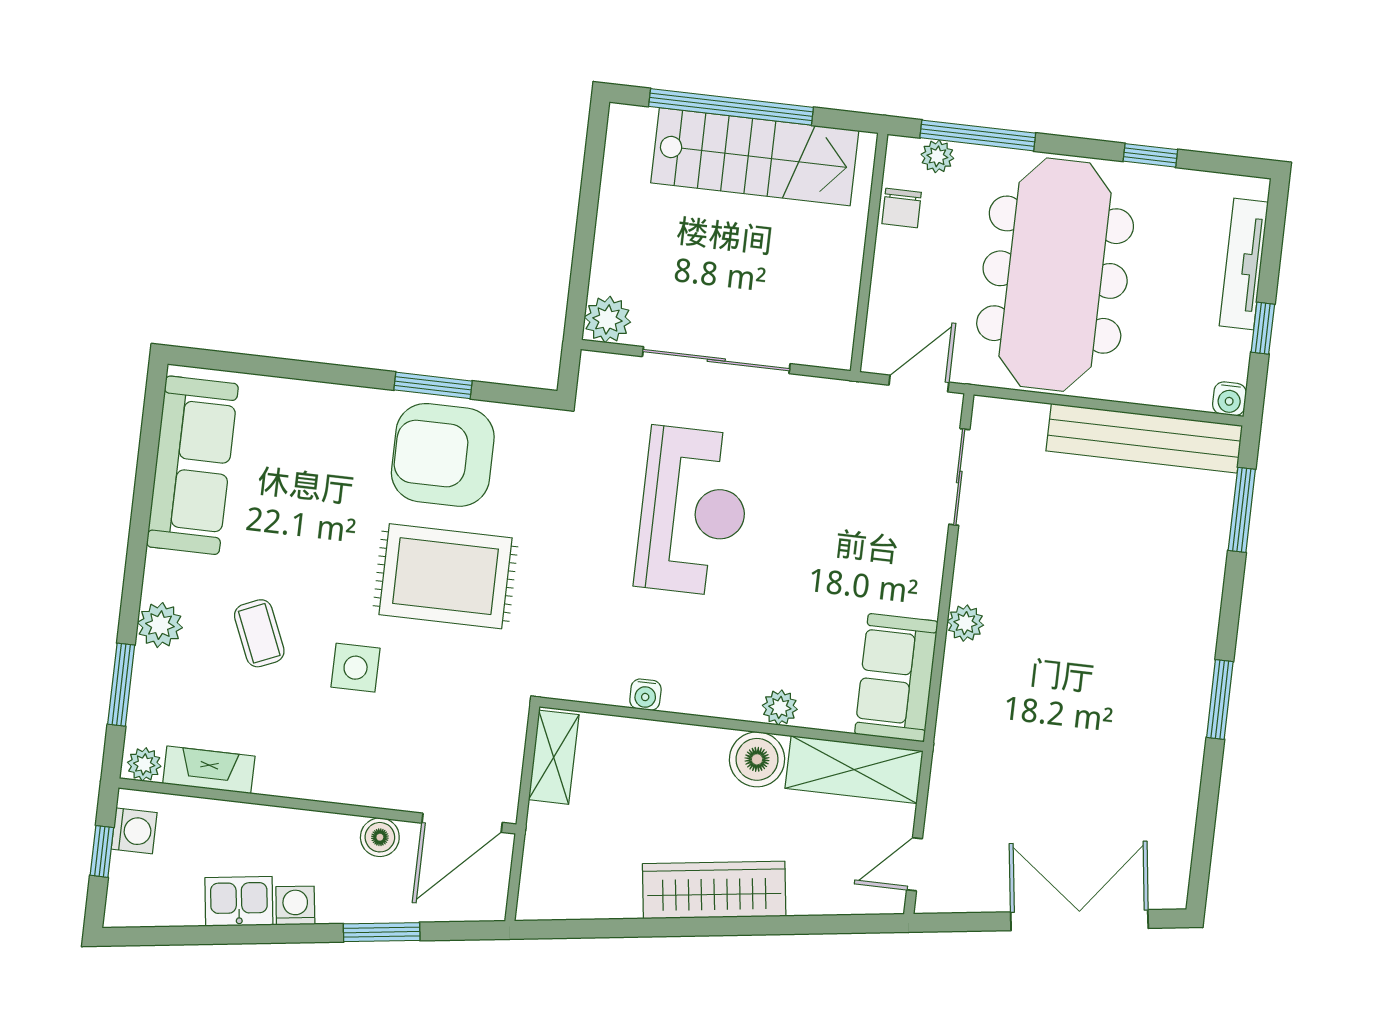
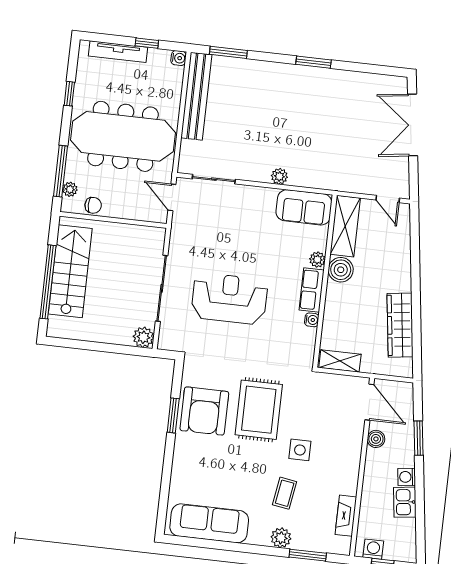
coffee table: (259, 633) -> (285, 493), turned -58
row of seats: (712, 695) -> (312, 290), added
plant: (144, 764) -> (343, 545), removed
wardrobe: (714, 890) -> (400, 325), moved

